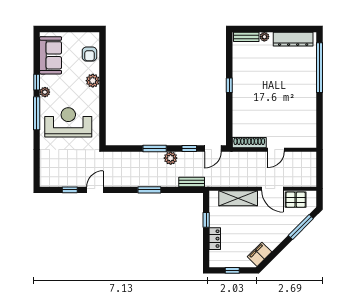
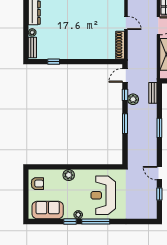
armchair: (89, 54) -> (37, 184), moved
window: (229, 85) -> (54, 62), moved
door: (213, 148) -> (125, 75), swing flipped
plant: (171, 158) -> (133, 99), moved

